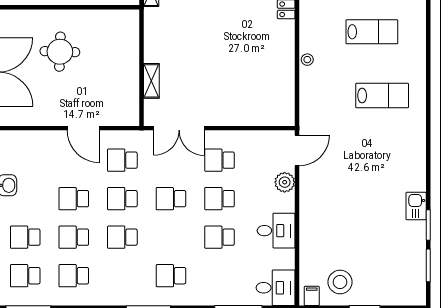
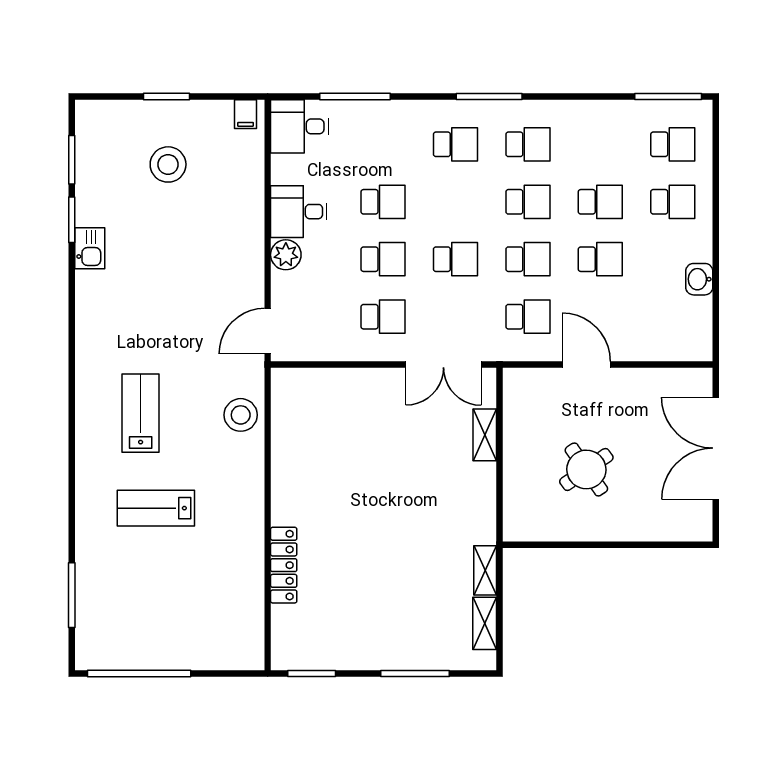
round table: (60, 52) -> (586, 469), moved, turned -37
stool: (307, 60) -> (241, 415), moved, width x1.89, depth x1.89
lab bench: (382, 96) -> (141, 413), turned 90
double door: (179, 128) -> (443, 364), swing flipped
plant: (285, 182) -> (286, 255), moved
school desk: (74, 276) -> (528, 144), moved
stool: (340, 282) -> (168, 164), moved

